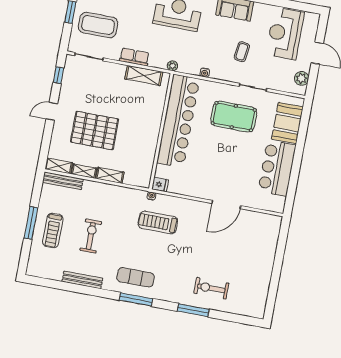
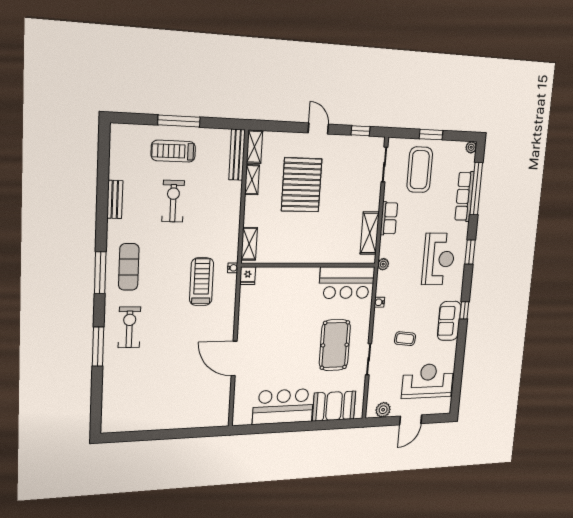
bar counter: (178, 121) -> (347, 283), width x0.54
shelving: (110, 175) -> (249, 244), moved
exercise bike: (91, 236) -> (173, 201), turned -90
bench: (82, 280) -> (115, 199), width x0.73
exercise bike: (211, 288) -> (129, 327), moved

